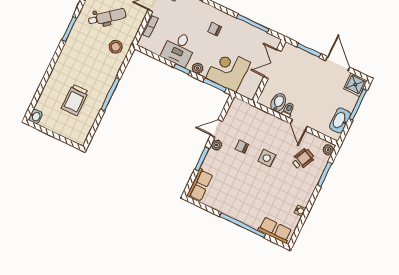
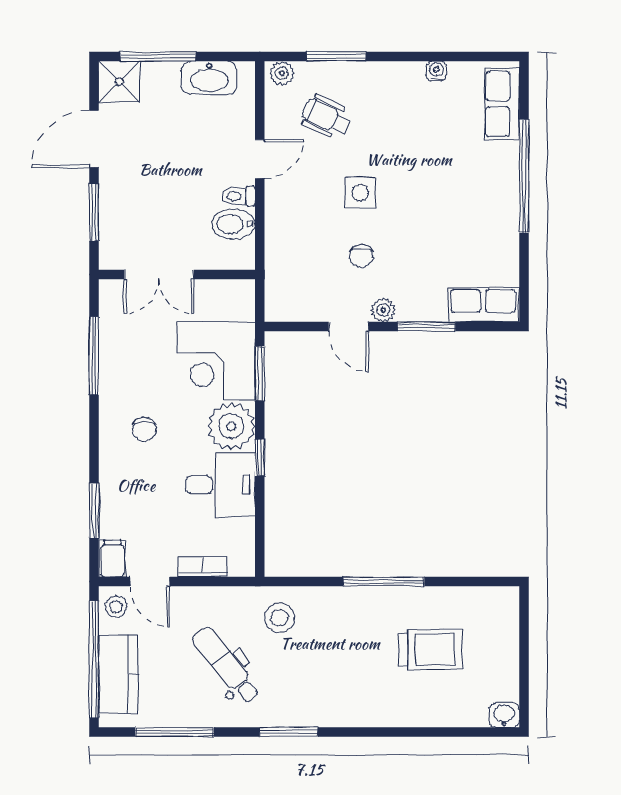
plant: (197, 68) -> (231, 426), width x1.87, depth x1.87

